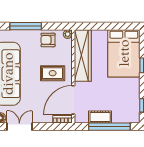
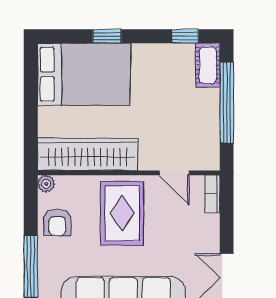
rug: (53, 73) -> (122, 213), width x1.36, depth x1.43
door: (73, 100) -> (174, 173), width x0.53
cot: (100, 117) -> (208, 65), moved

